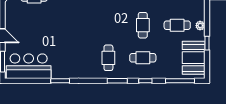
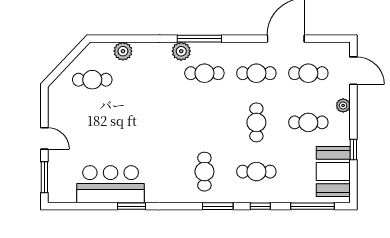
plant: (200, 26) -> (343, 105), moved
bar counter: (29, 66) -> (111, 184), moved

